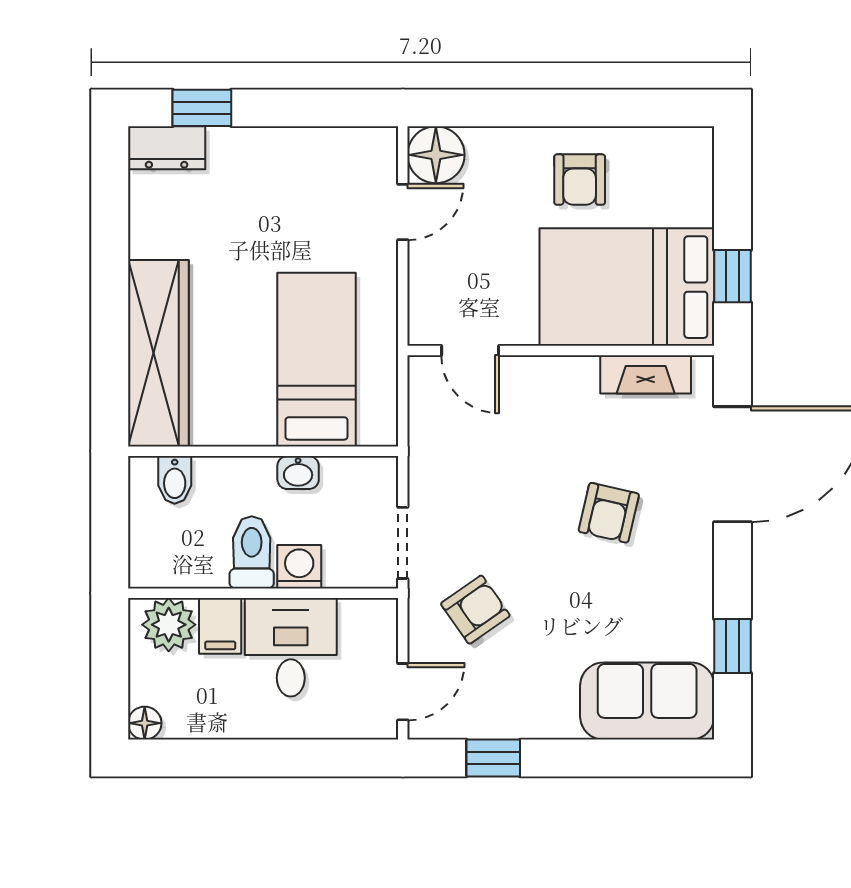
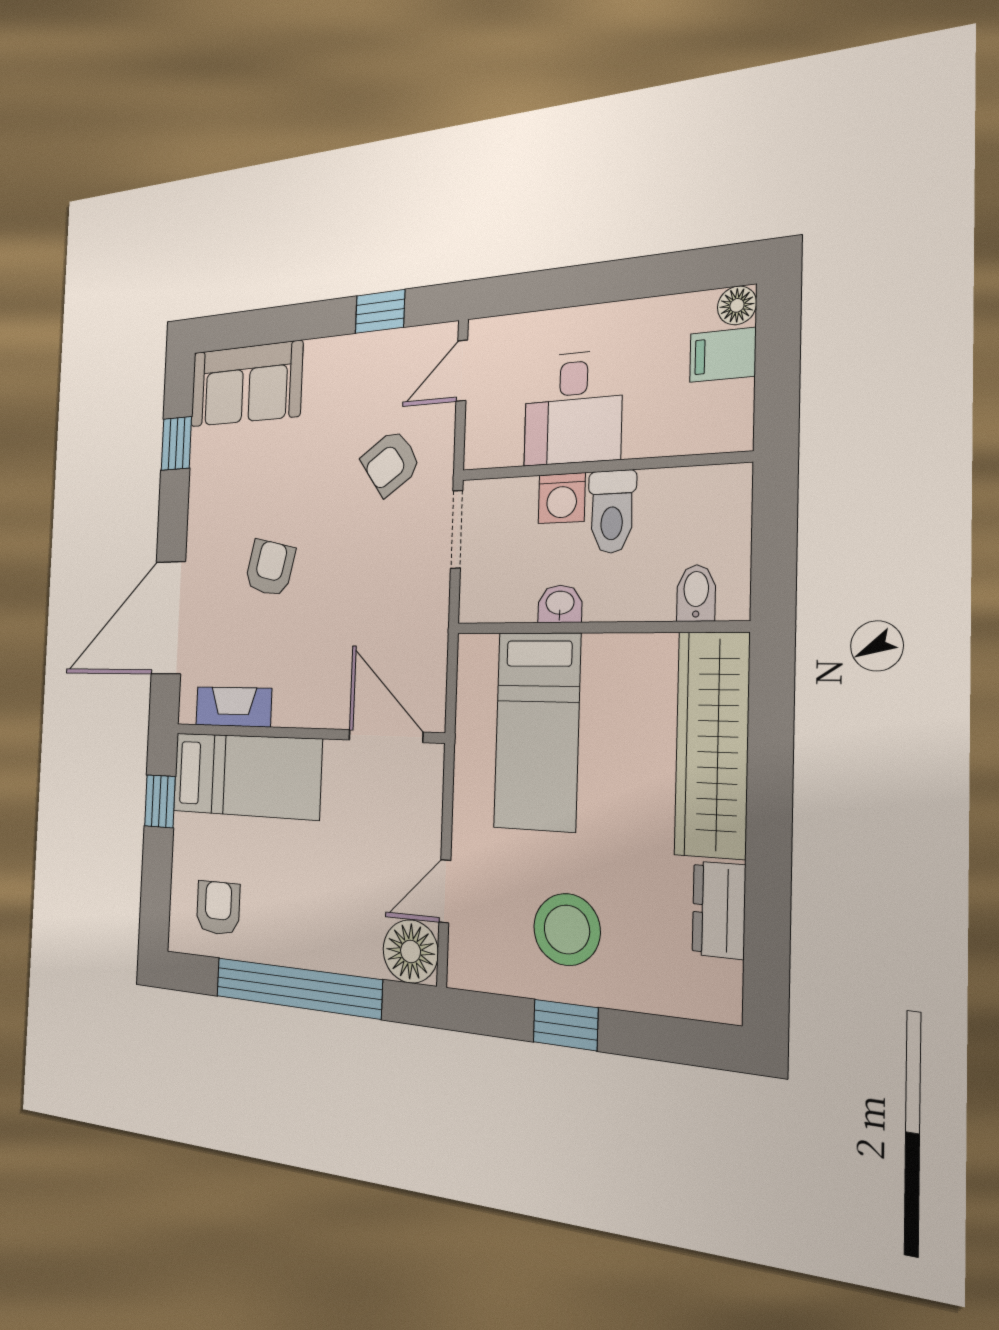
window: (202, 108) -> (566, 1025), moved
window: (557, 108) -> (297, 988), added
dresser: (167, 148) -> (719, 910), moved, turned -90
armchair: (580, 180) -> (218, 908), moved
stool: (283, 189) -> (567, 929), added
bed: (627, 287) -> (246, 776), width x0.67
door: (470, 351) -> (386, 736), width x1.38
plant: (169, 625) -> (707, 423), removed
filing cabinet: (220, 626) -> (723, 355), moved, turned -90

